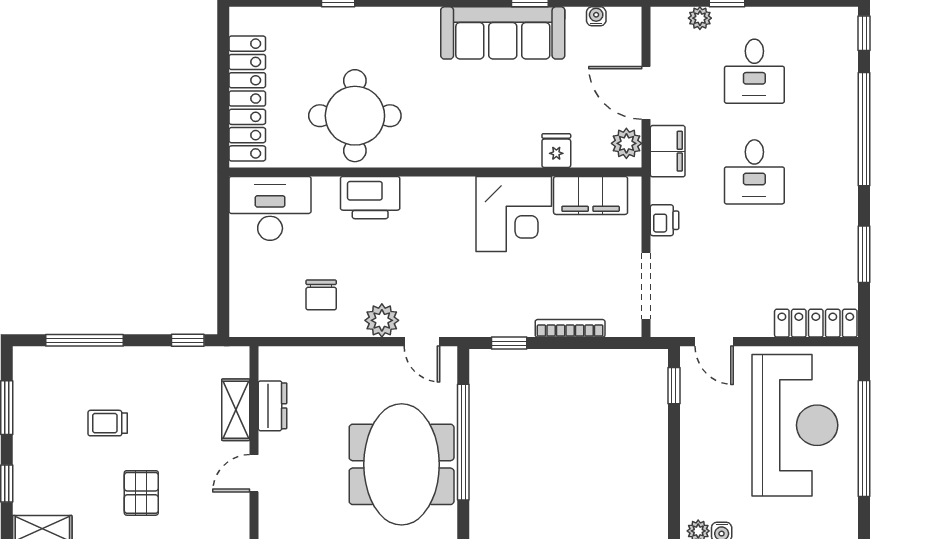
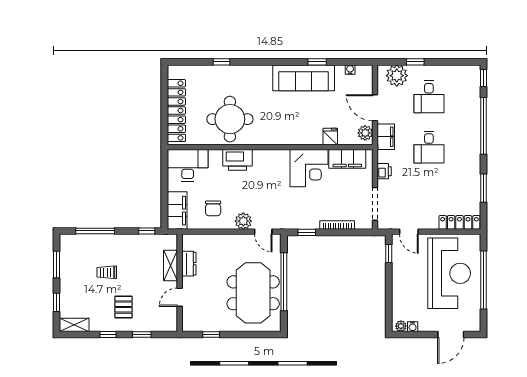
plant: (700, 18) -> (397, 76), width x1.88, depth x1.88
filing cabinet: (249, 299) -> (177, 211), added

